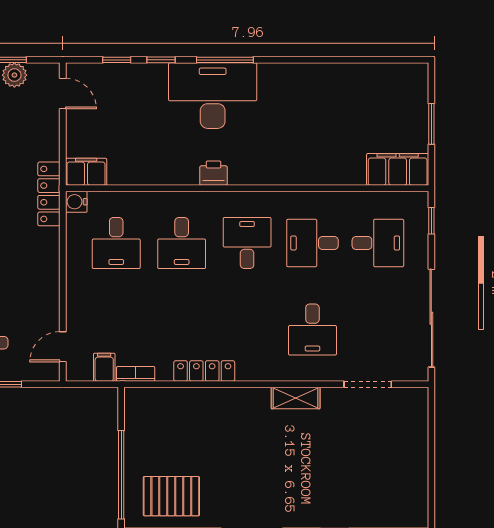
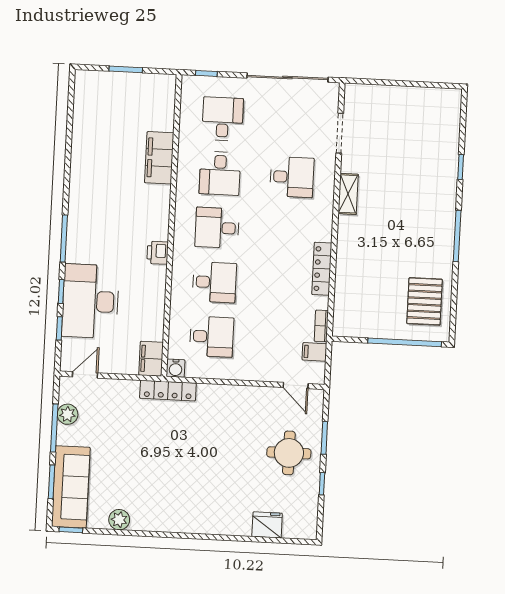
desk: (213, 96) -> (90, 301), moved
filing cabinet: (398, 169) -> (159, 158), moved

